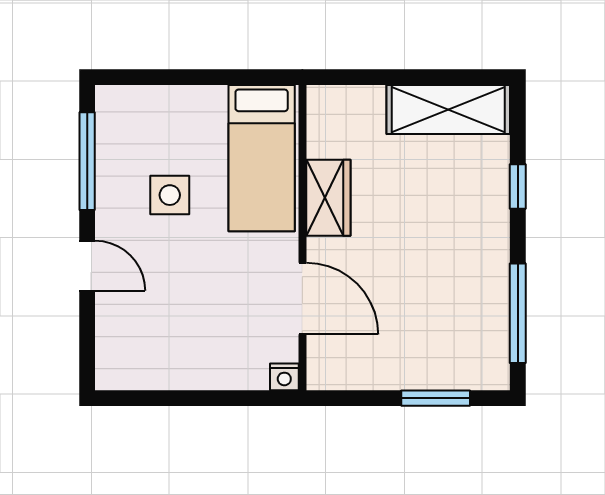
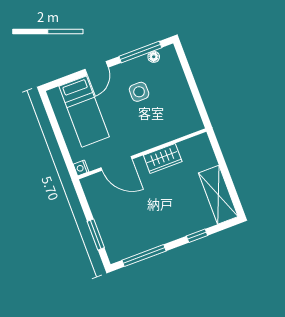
floor lamp: (108, 137) -> (154, 57), added
bed: (262, 158) -> (84, 112), moved, turned -90
door: (302, 298) -> (117, 163), hinge flipped

